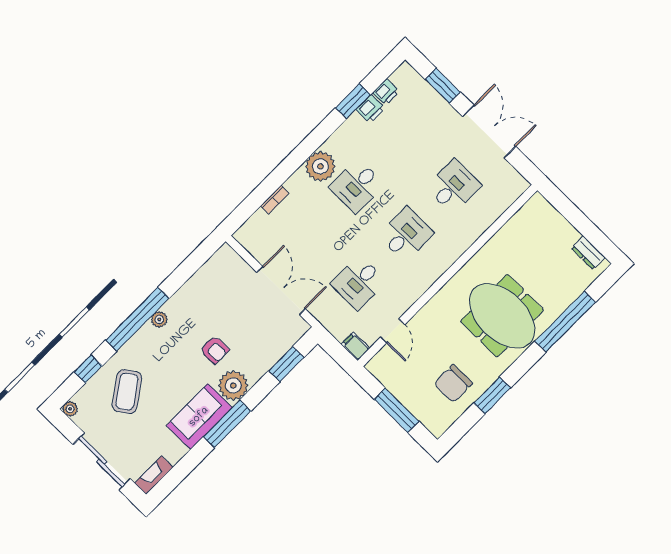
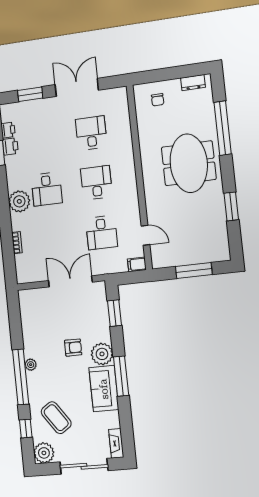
meeting table: (502, 316) -> (189, 163), turned 90
chair: (453, 384) -> (158, 100), moved, width x0.54, depth x0.54
plant: (70, 409) -> (44, 453), width x1.88, depth x1.88

